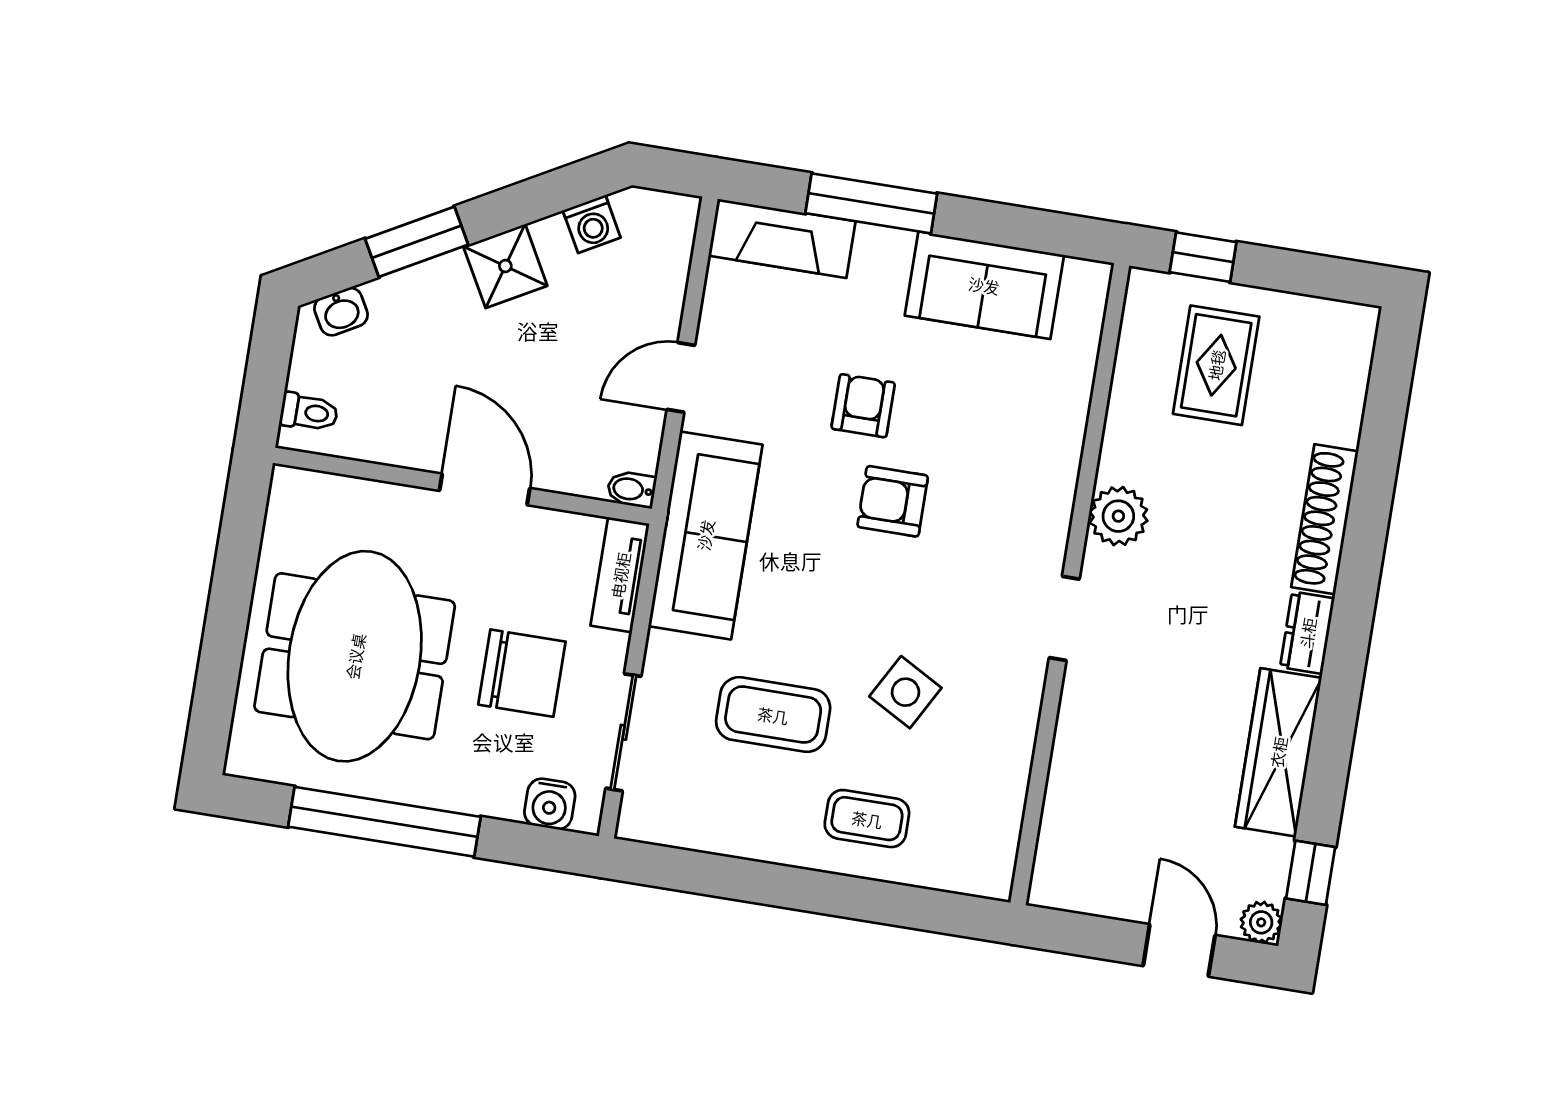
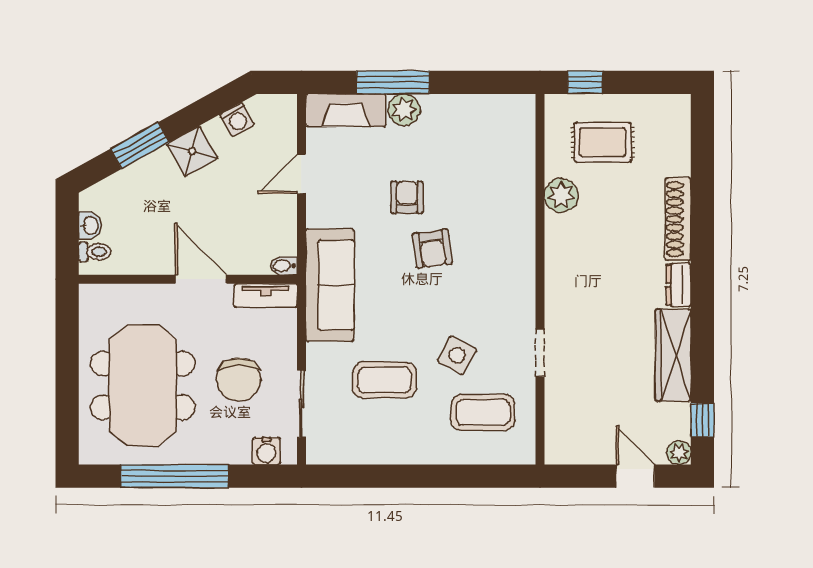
plant: (883, 254) -> (404, 110), added
sofa: (984, 285) -> (464, 118), removed
washbasin: (341, 312) -> (90, 226), moved, turned -61
rug: (1216, 365) -> (603, 142), turned 90
door: (681, 377) -> (301, 174), moved
armchair: (893, 501) -> (432, 249), turned -98
plant: (1118, 516) -> (561, 195), moved
tv unit: (620, 575) -> (266, 296), moved, turned -90
doorway: (1064, 618) -> (540, 353), moved
chair: (522, 673) -> (239, 380), turned 90
coffee table: (867, 819) -> (483, 412), moved, width x1.36, depth x1.30

